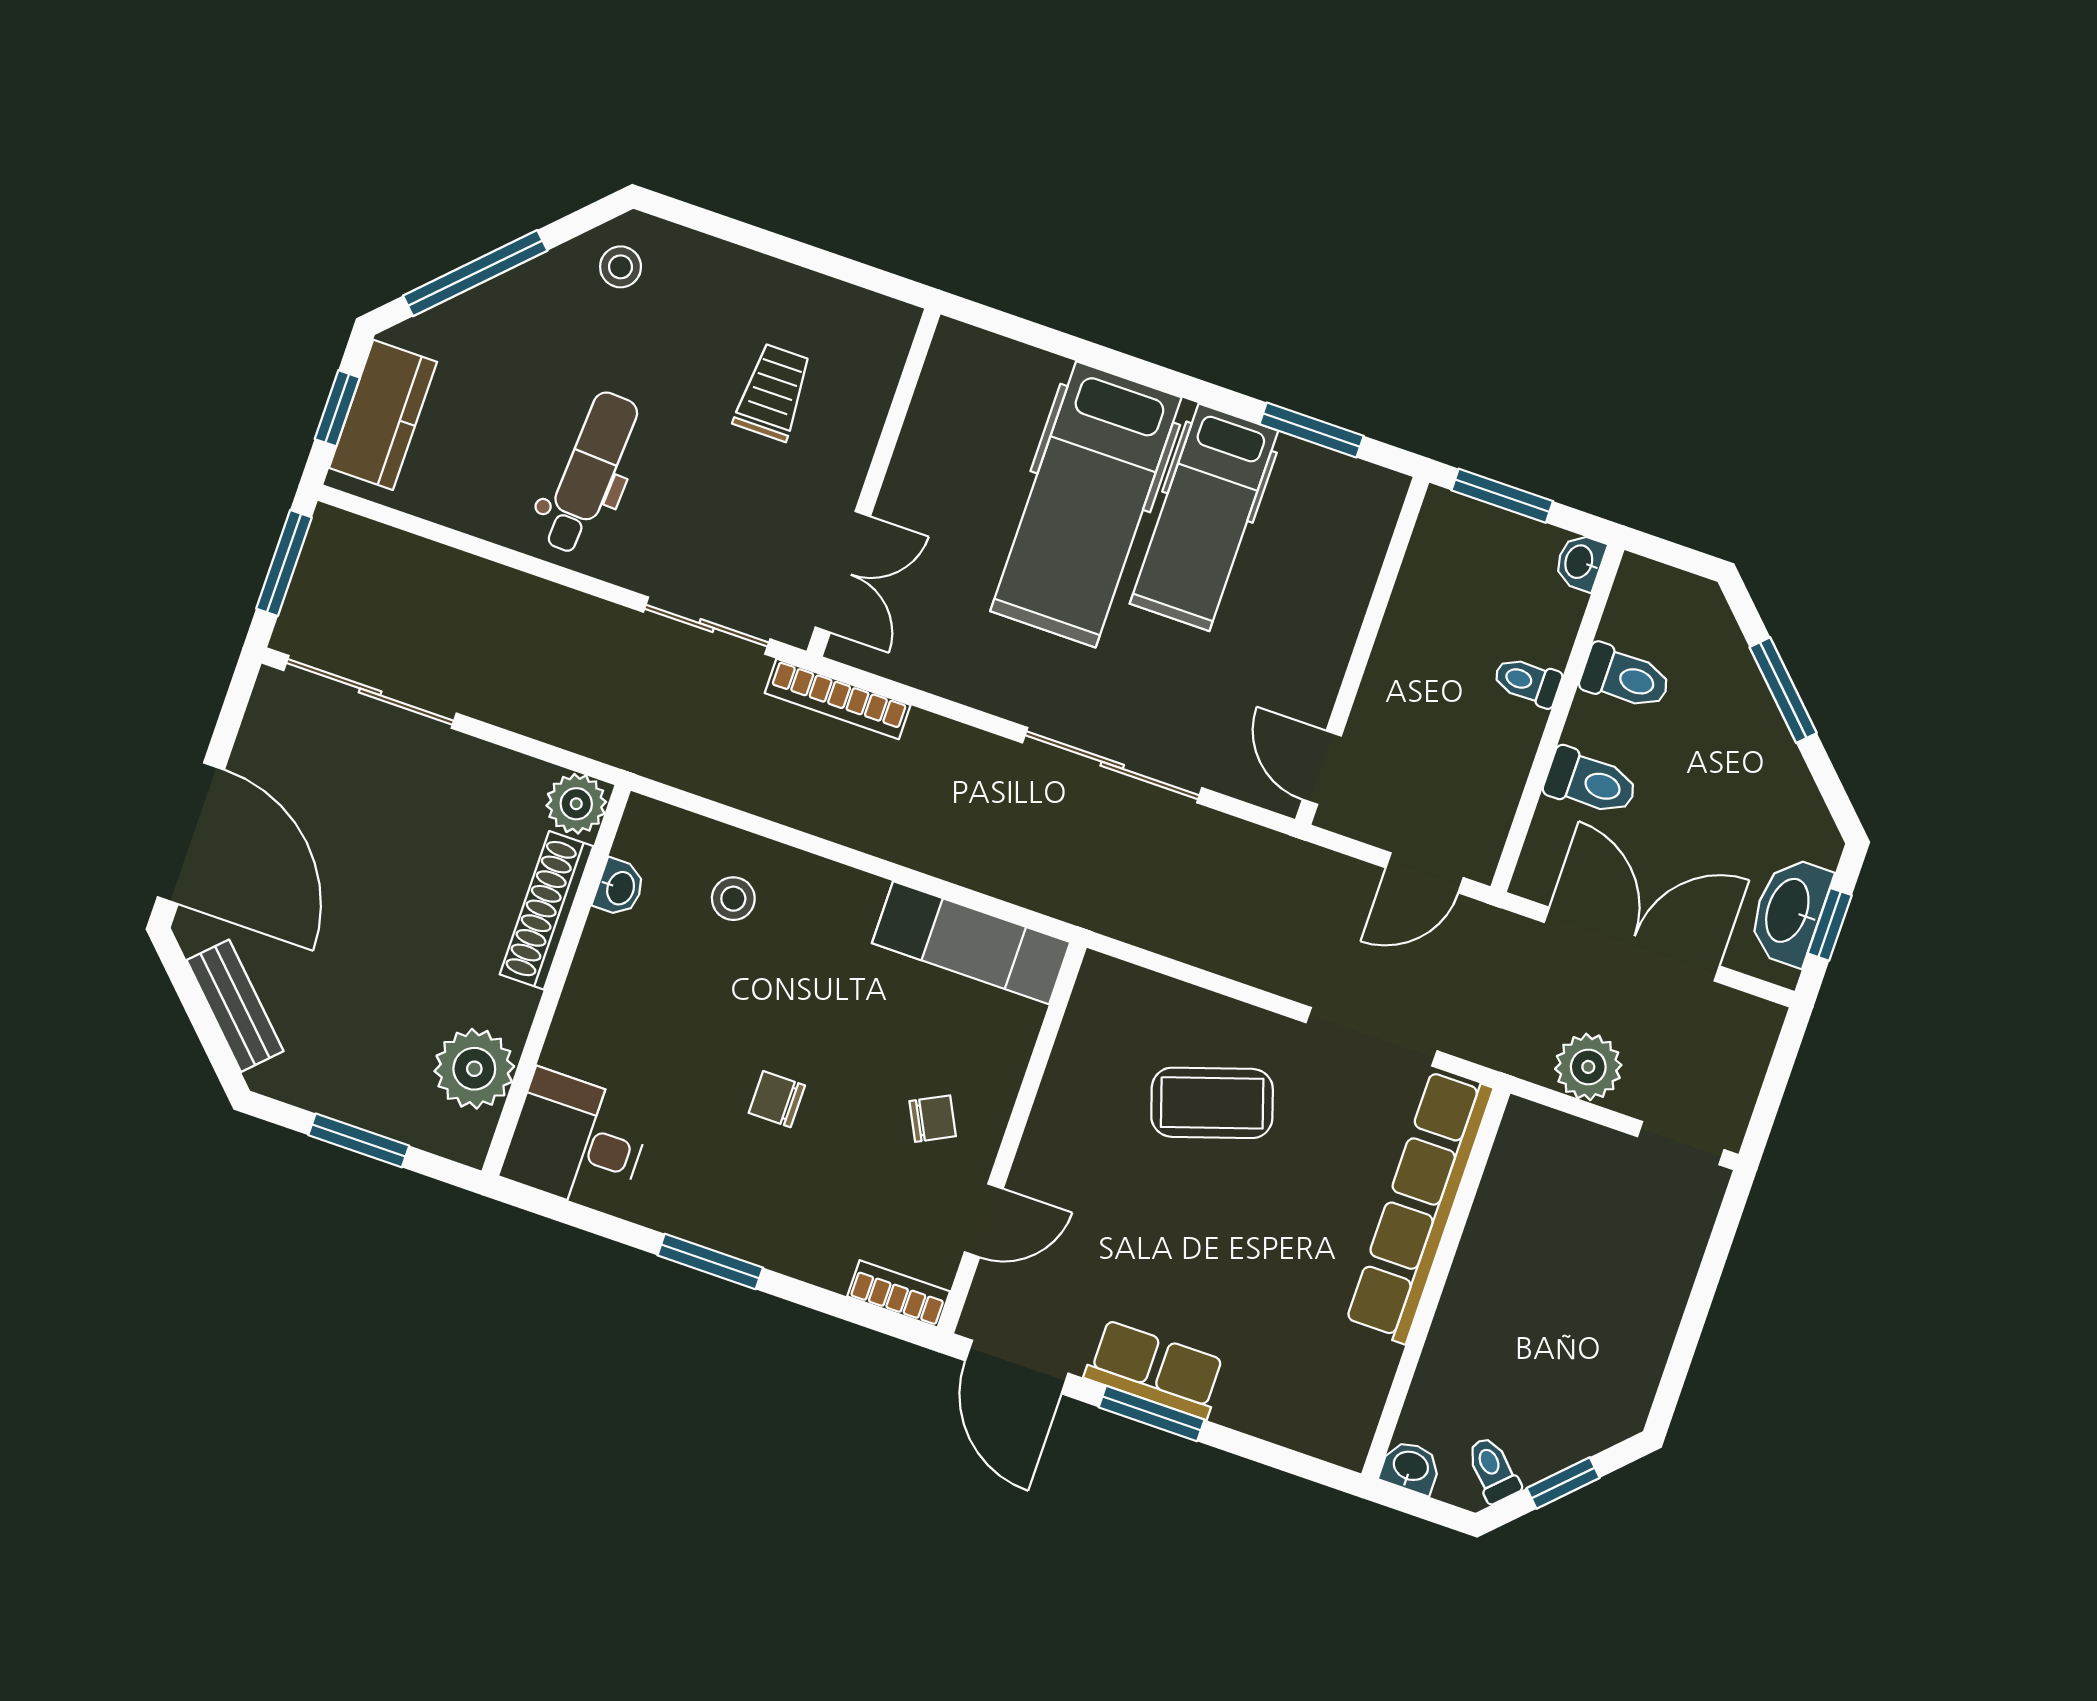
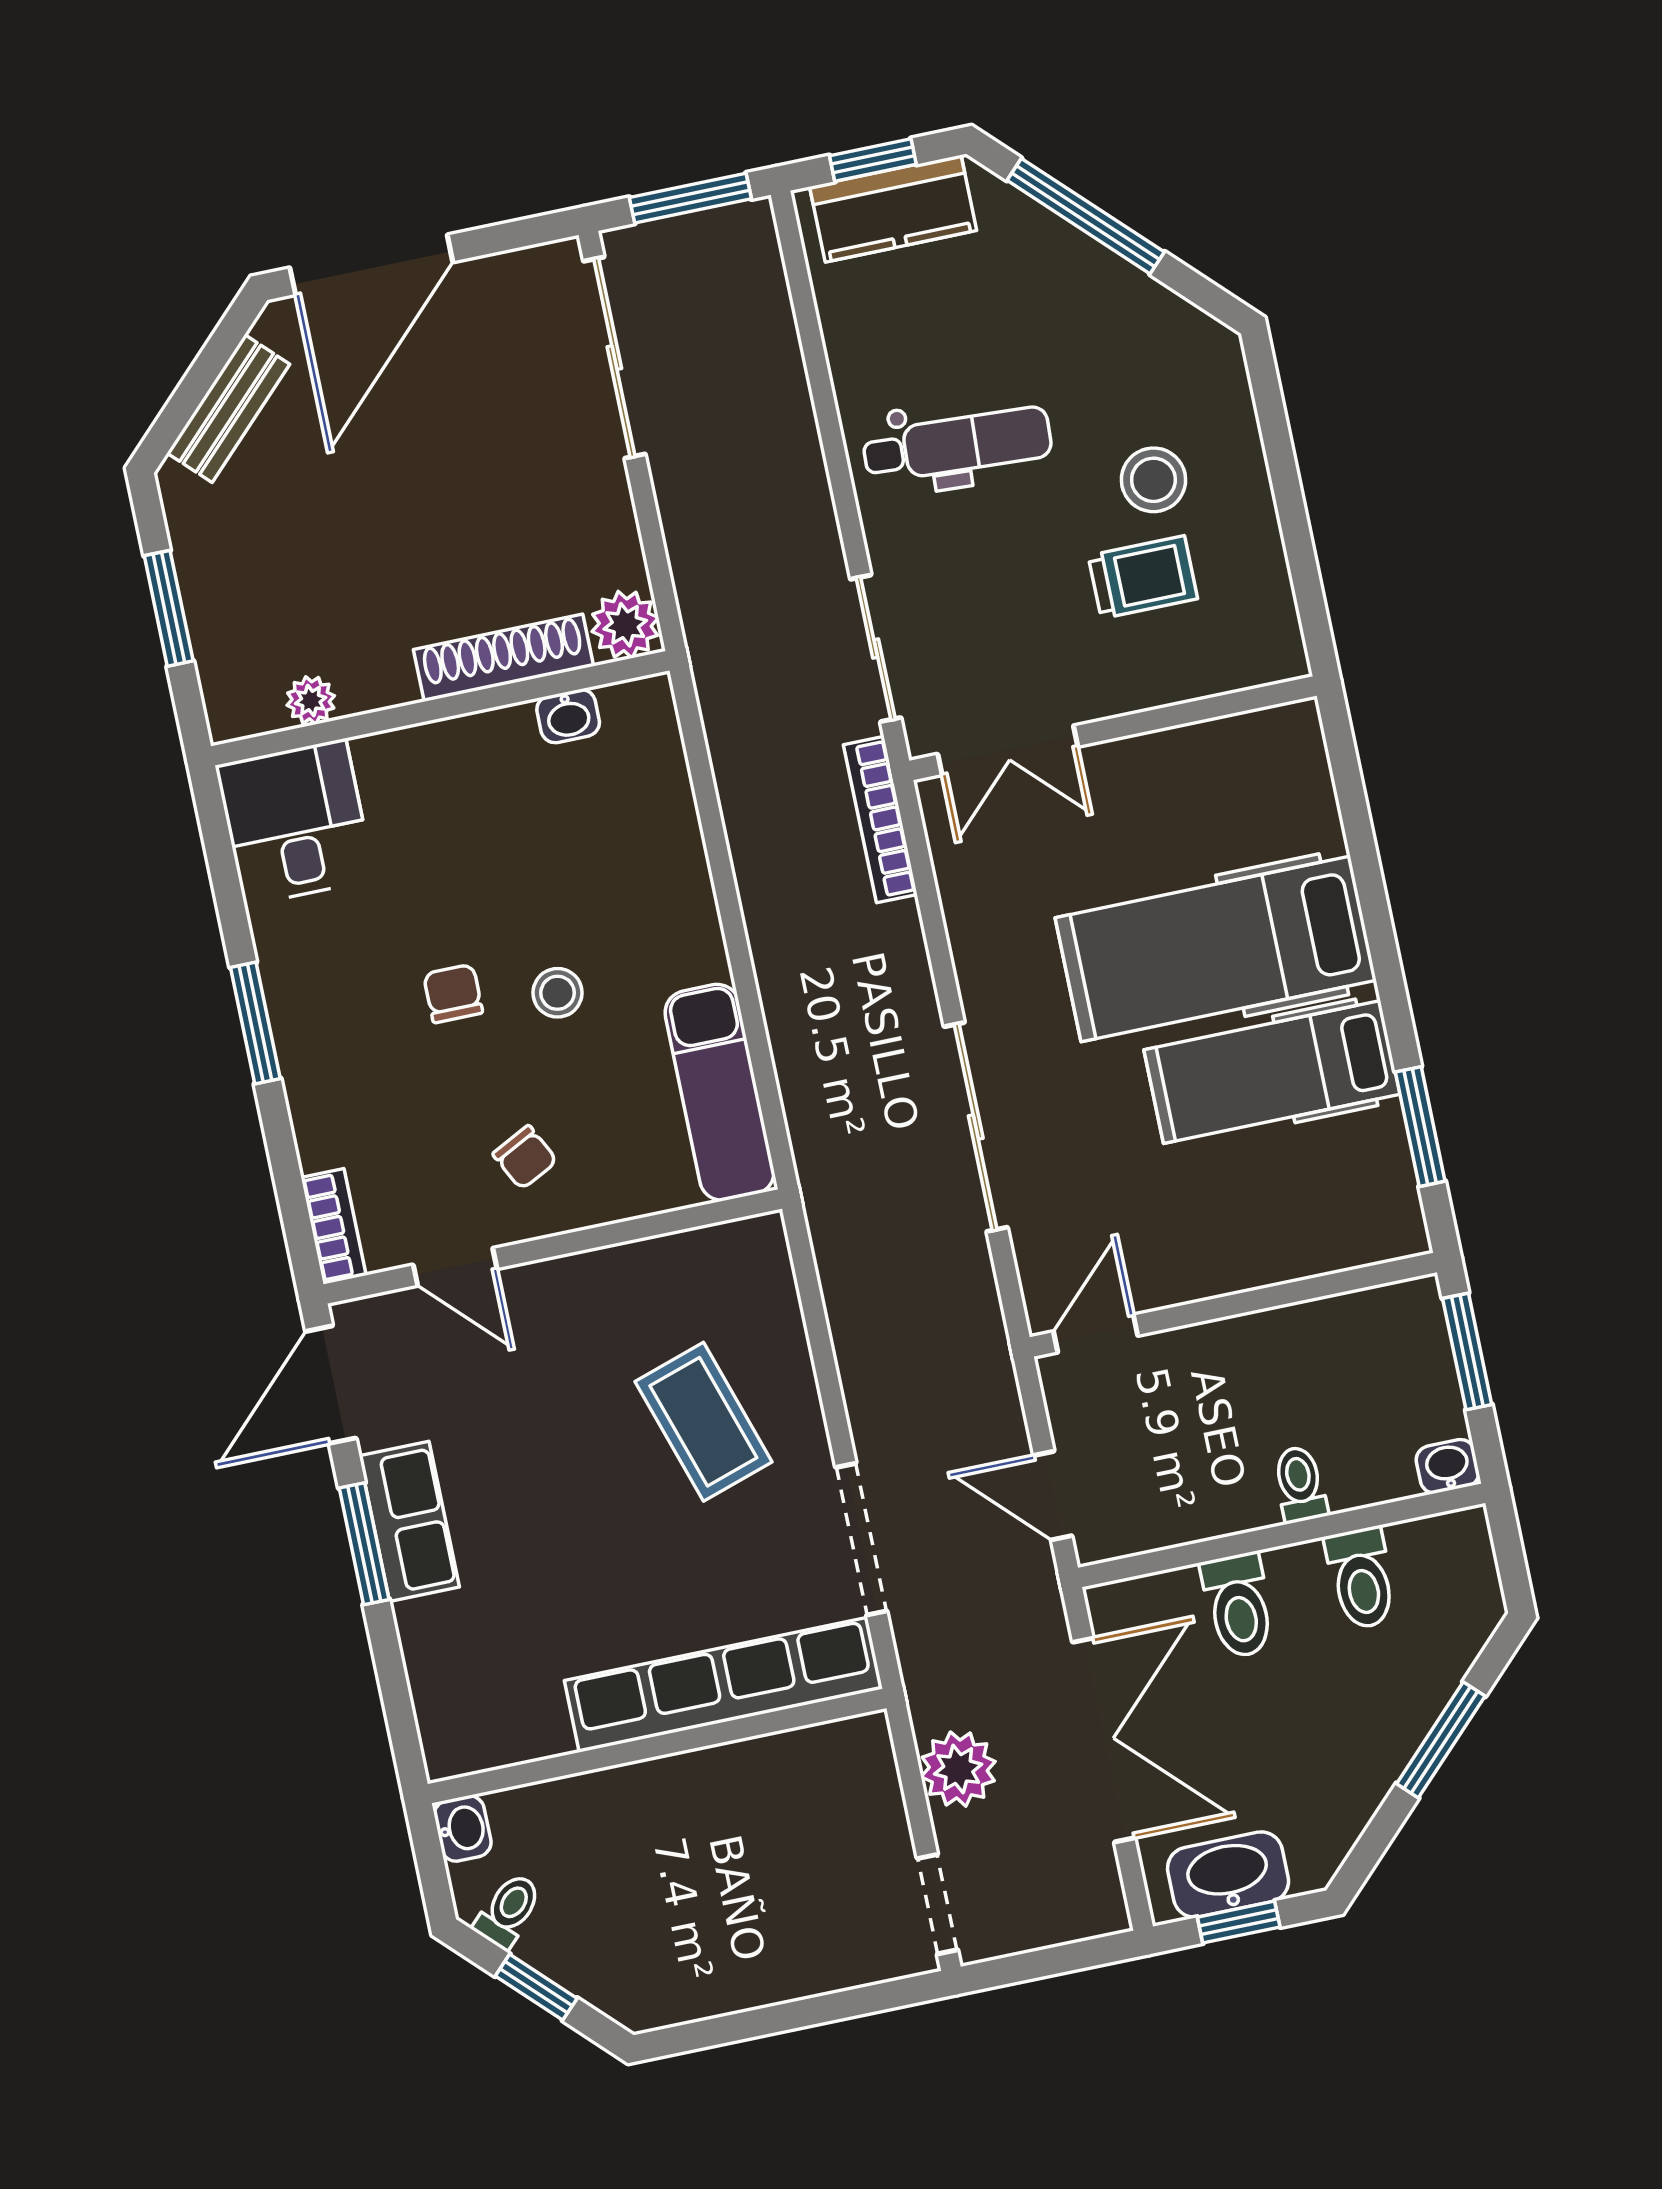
stool: (621, 267) -> (1153, 480), moved, width x1.37, depth x1.37
stool: (733, 899) -> (558, 993), moved
plant: (474, 1069) -> (311, 700), width x0.53, depth x0.53

